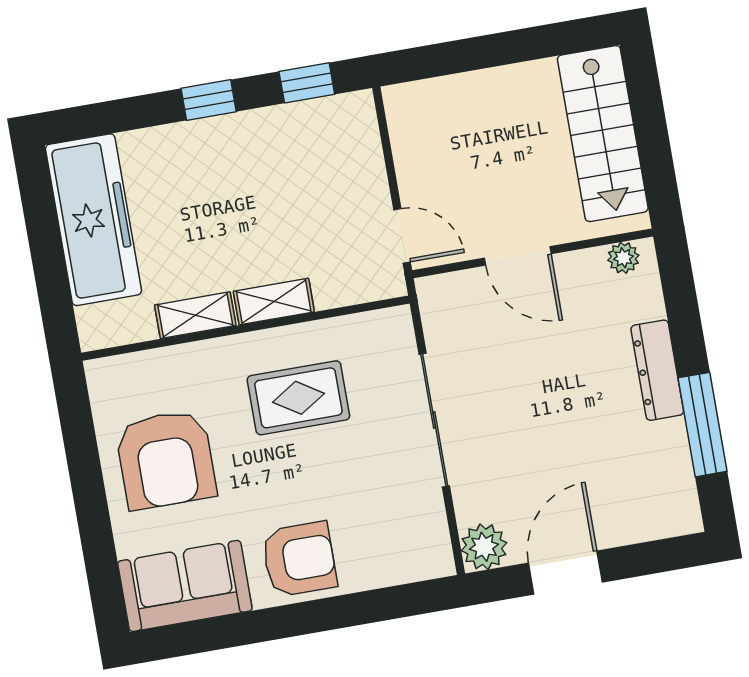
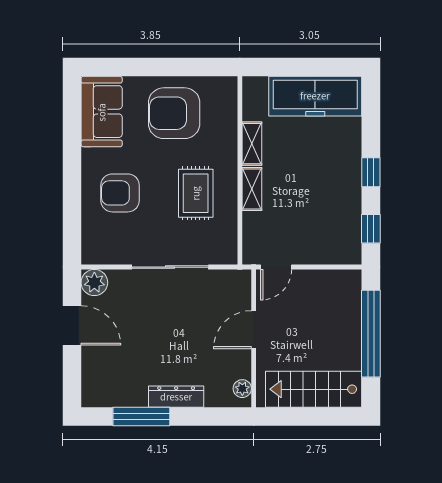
window: (489, 51) -> (371, 334), added
armchair: (299, 559) -> (120, 193), moved, turned 90

